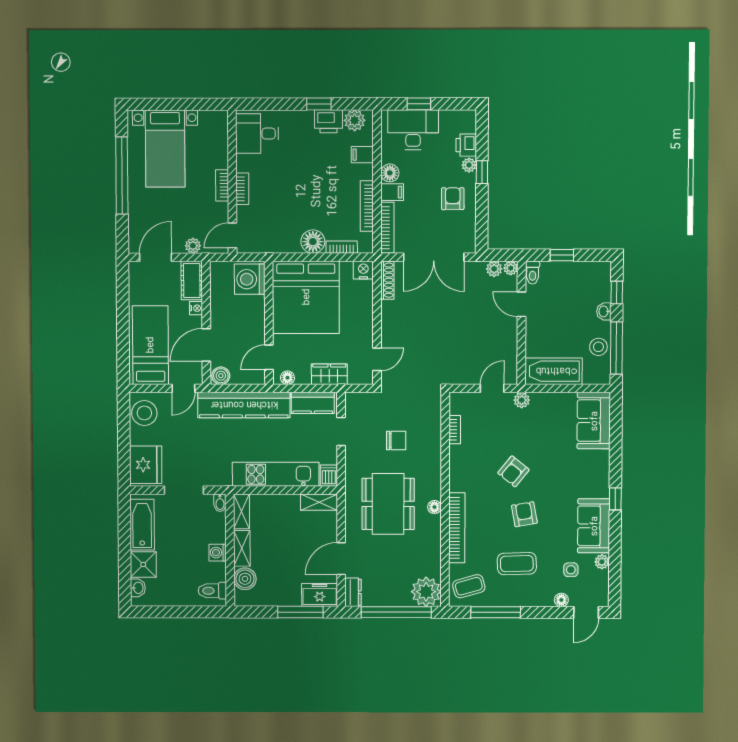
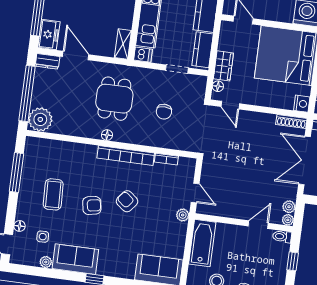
floor lamp: (287, 378) -> (218, 86), moved
dining table: (388, 504) -> (114, 99), width x0.73
bookcase: (457, 528) -> (126, 156), moved
coffee table: (469, 586) -> (40, 154), removed

